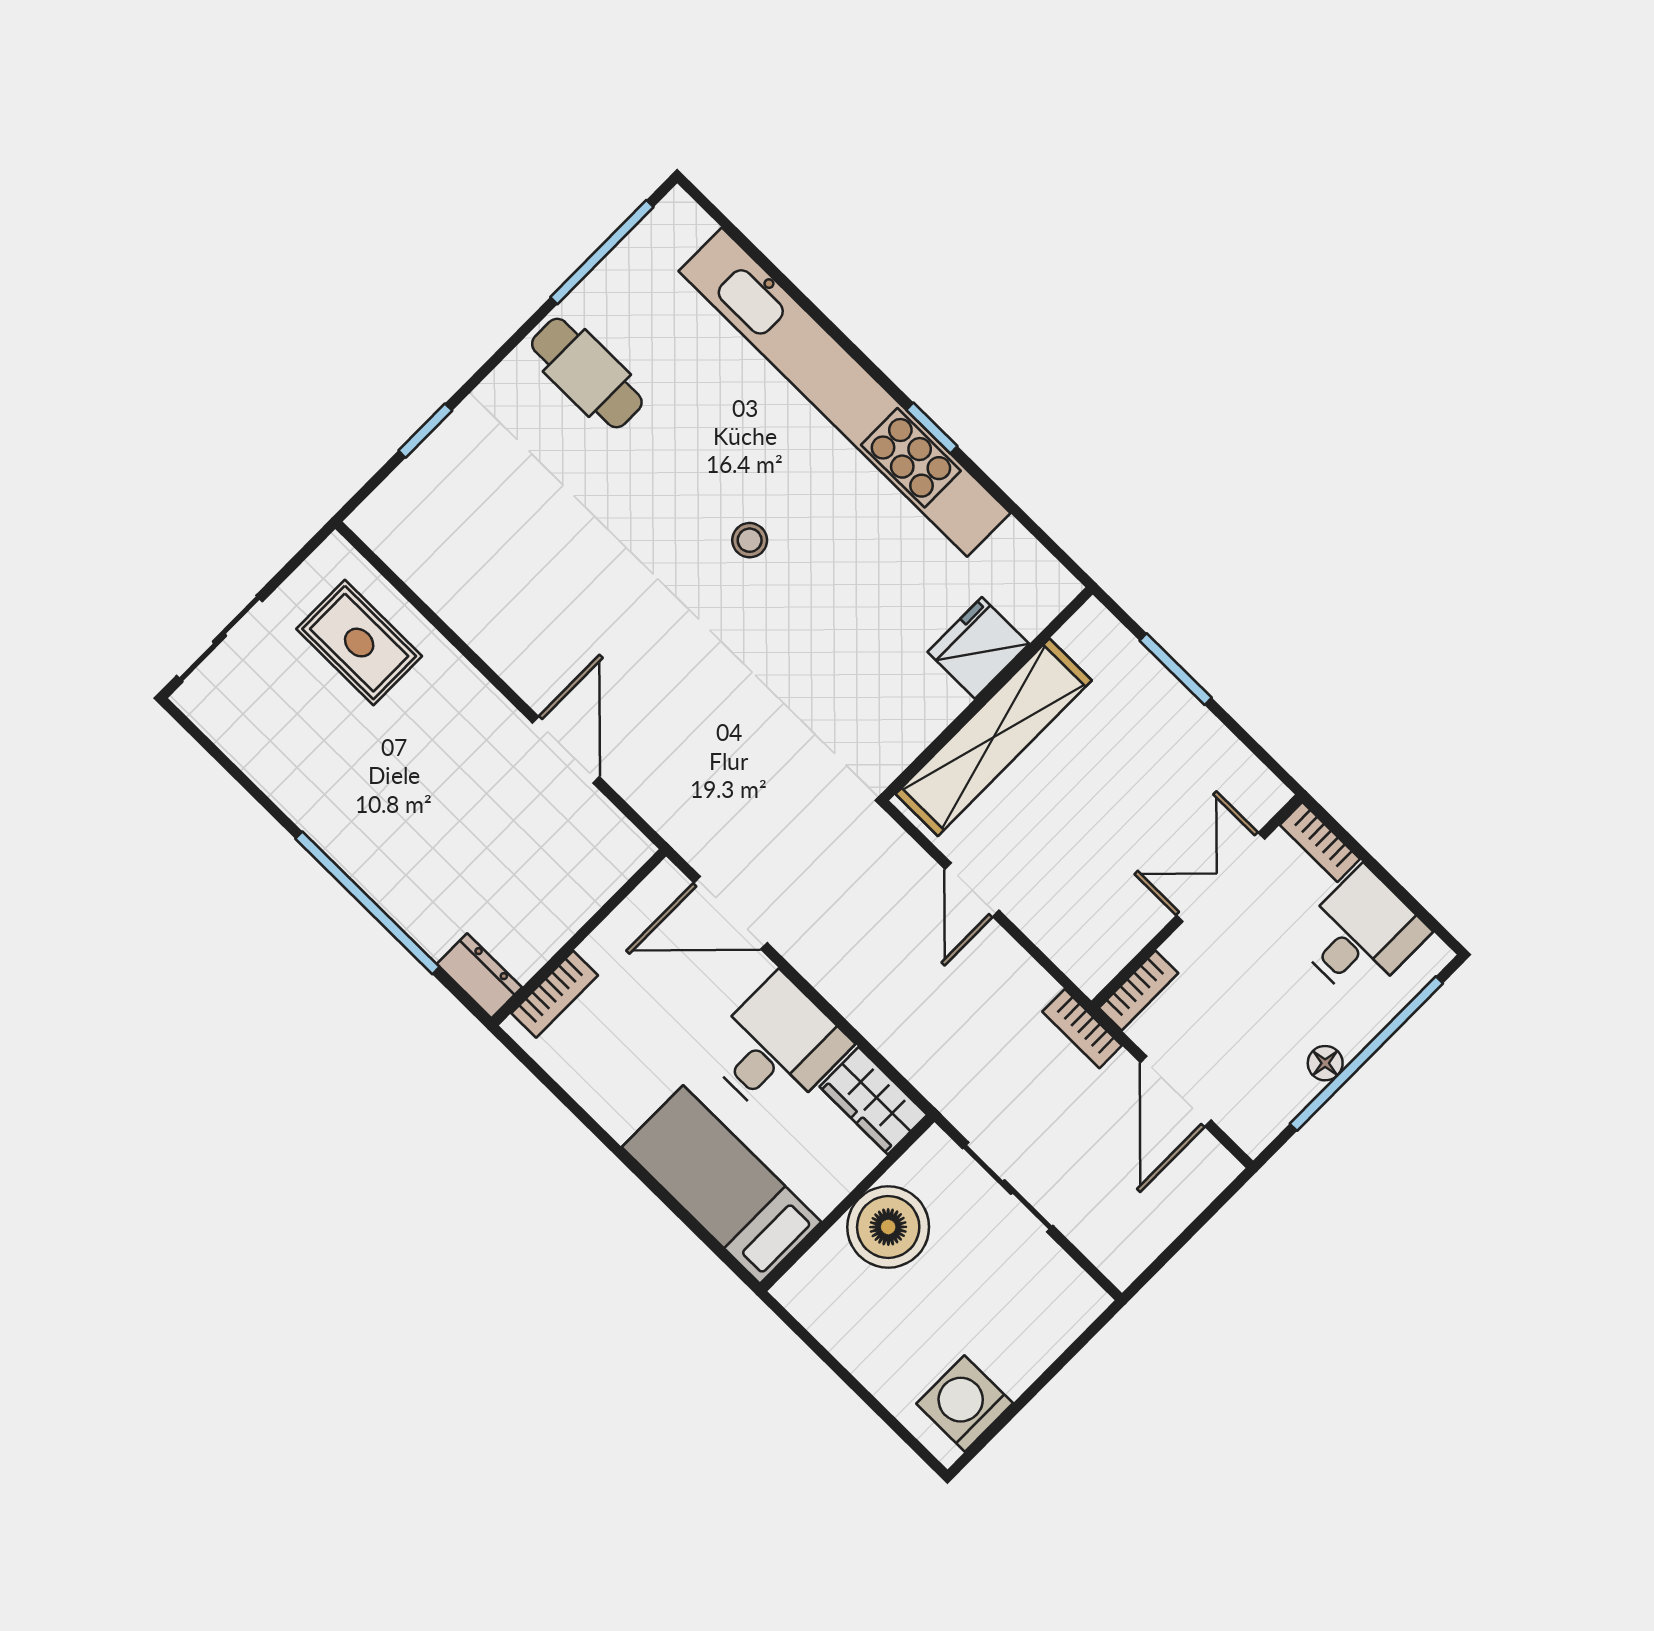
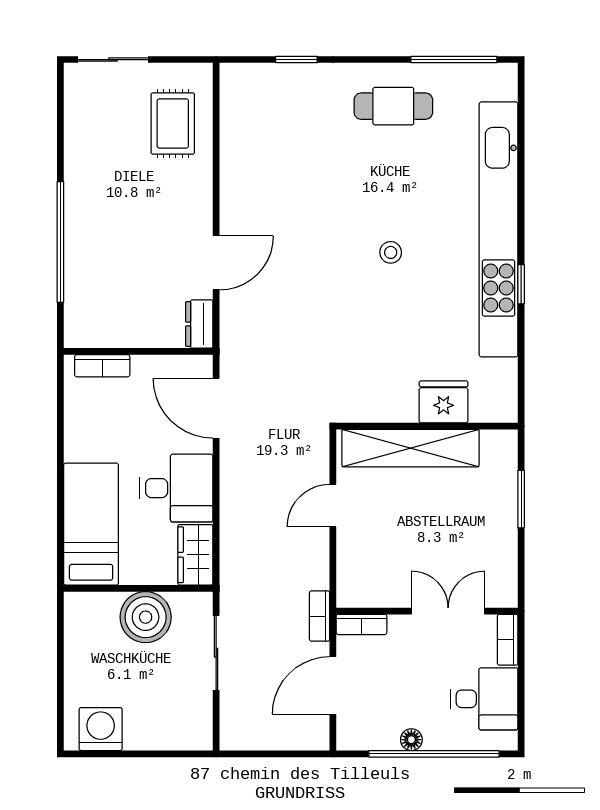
cafe table: (587, 373) -> (393, 106), turned 90
dresser: (479, 976) -> (199, 324), moved, turned 180

